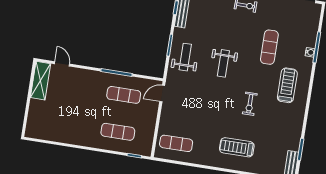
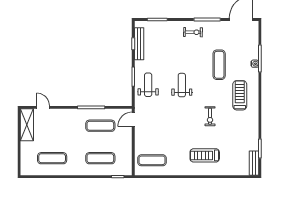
weight bench: (223, 63) -> (182, 85), turned 180
exercise mat: (63, 123) -> (52, 158), added

